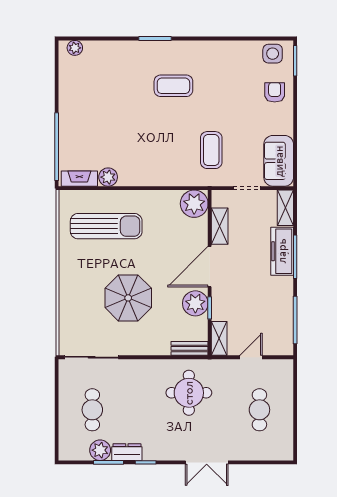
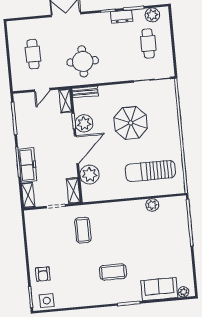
sofa: (279, 161) -> (159, 289), moved, turned -90
fireplace: (79, 179) -> (172, 202), removed
plant: (194, 204) -> (90, 175), moved
shelving: (220, 226) -> (73, 191), moved
plant: (100, 450) -> (152, 15), moved

